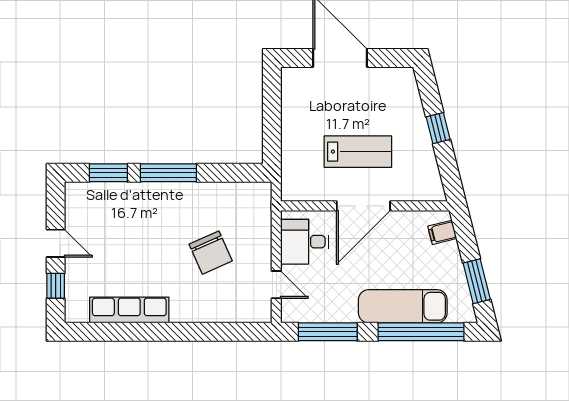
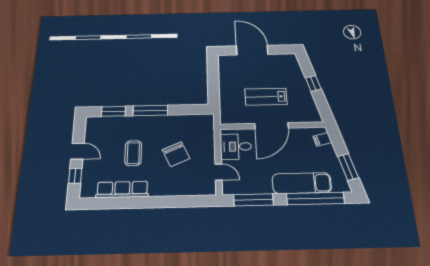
lab bench: (358, 152) -> (266, 97), turned 180
coffee table: (144, 249) -> (133, 153), added

